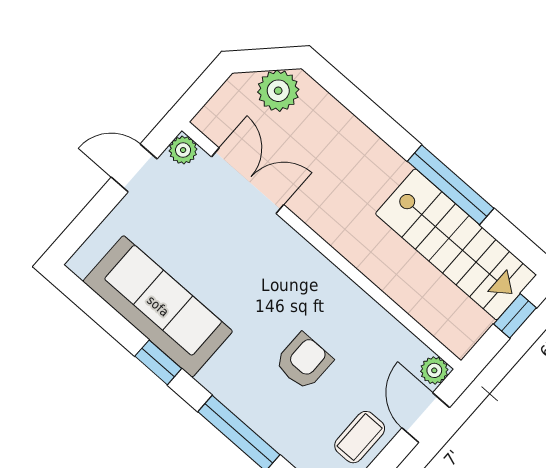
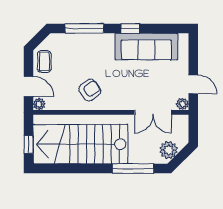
door: (134, 168) -> (193, 84), hinge flipped
window: (451, 185) -> (133, 168), moved
stairs: (456, 244) -> (81, 144), width x1.36, depth x1.51
armchair: (304, 362) -> (90, 90), moved, turned -126

